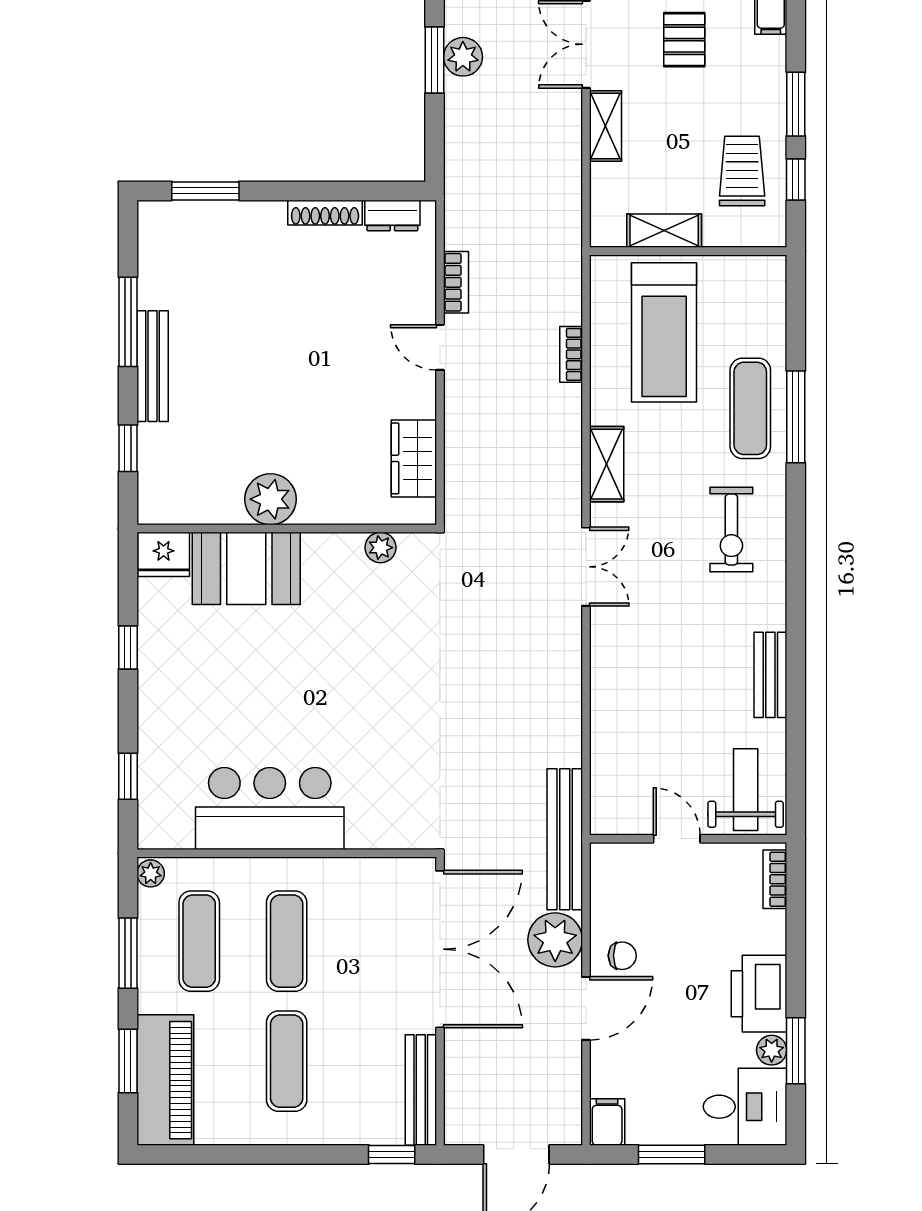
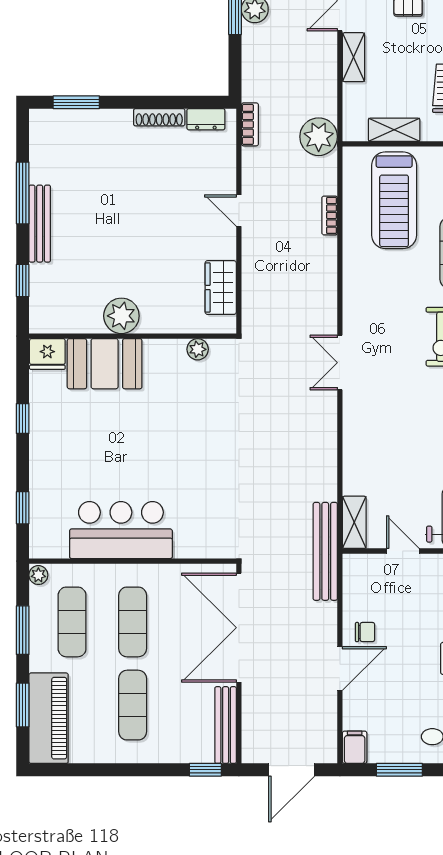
bookcase: (456, 282) -> (250, 124), moved
shelving: (607, 464) -> (354, 522), moved
double door: (586, 567) -> (340, 363), swing flipped
plant: (555, 940) -> (319, 137), moved
double door: (440, 949) -> (239, 628), swing flipped

